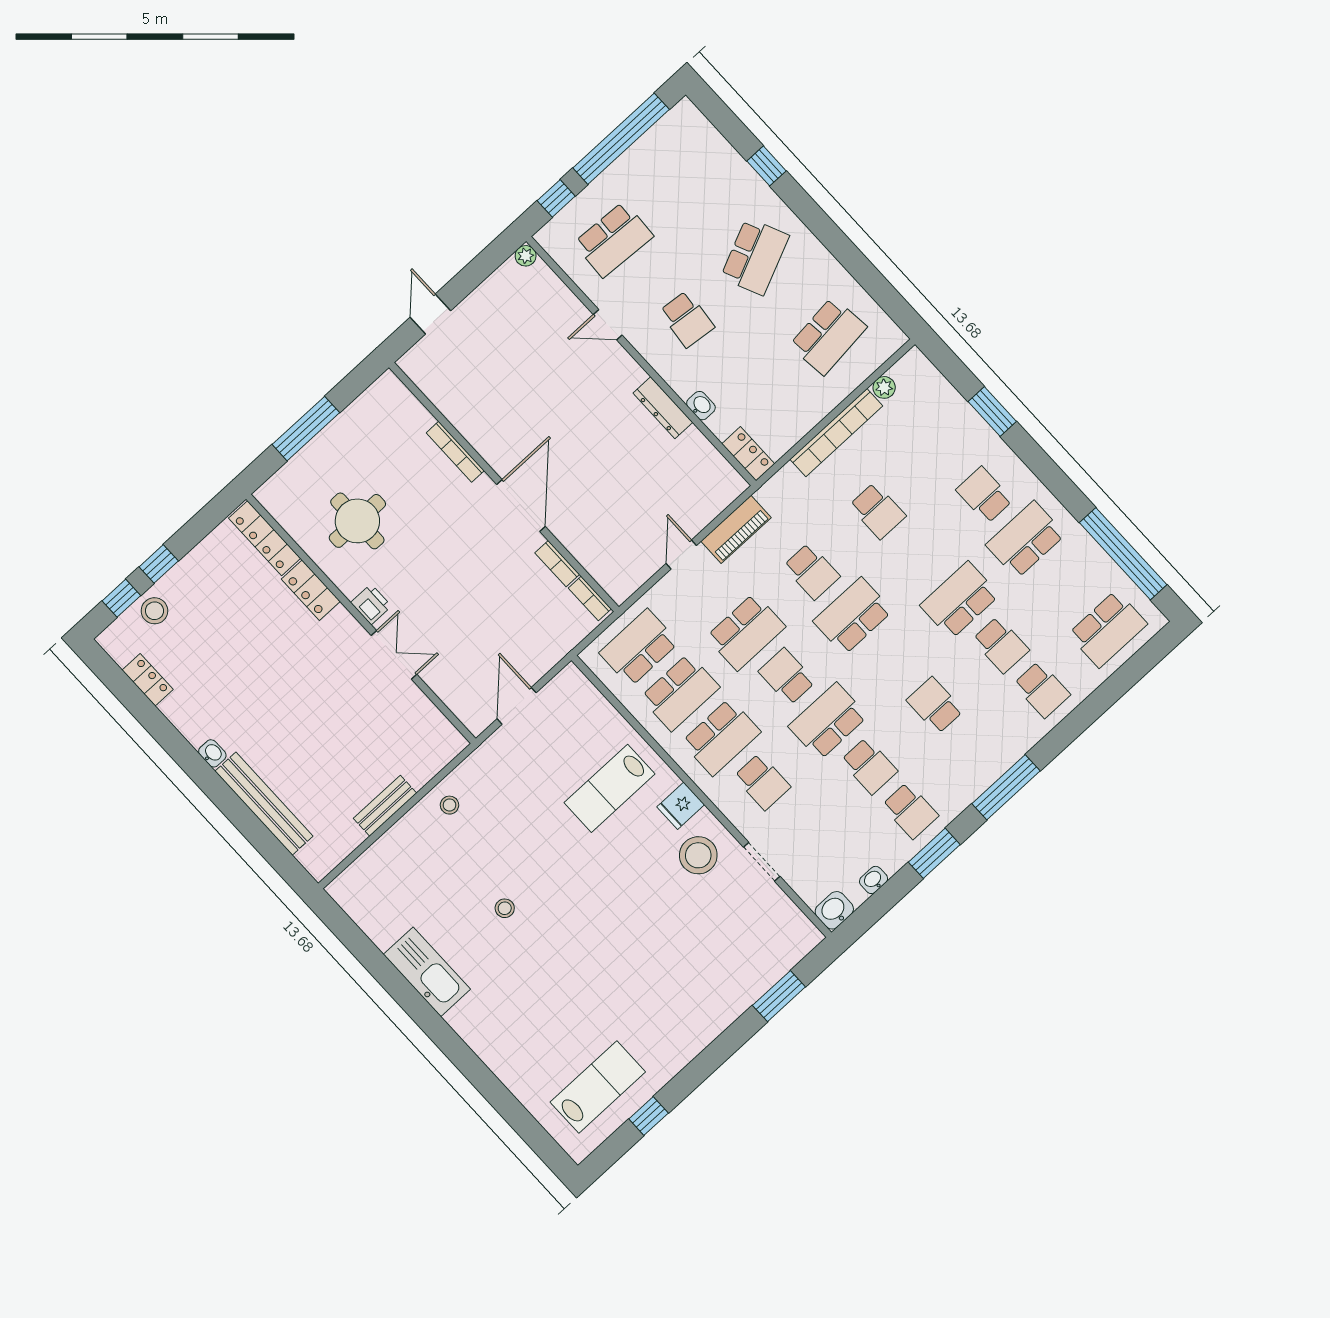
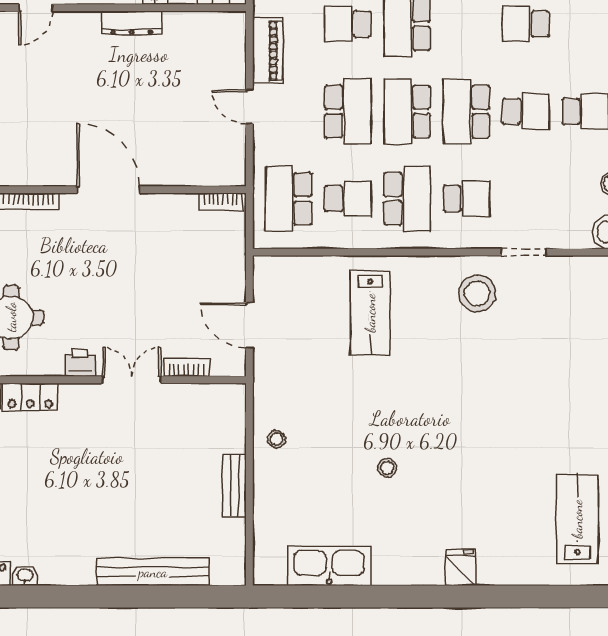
bookcase: (557, 564) -> (186, 367), moved, turned 180
school desk: (812, 571) -> (348, 24), turned 180
school desk: (787, 677) -> (407, 111), width x1.85
school desk: (680, 692) -> (348, 199), width x0.54
washbasin: (212, 753) -> (25, 576), moved
fridge: (681, 806) -> (461, 568), moved, turned 180
kitchen sink: (427, 972) -> (329, 566), moved

